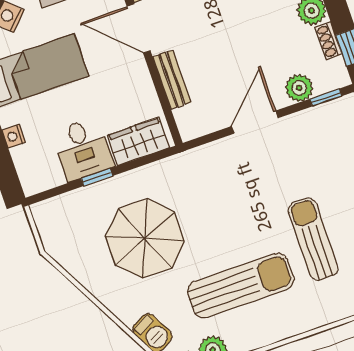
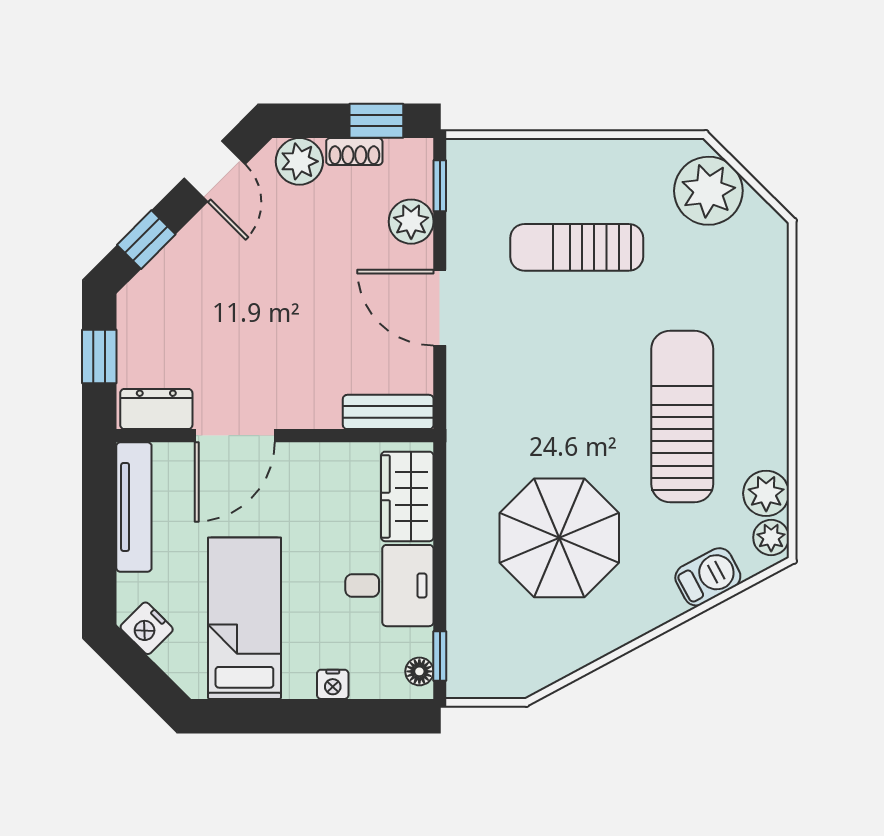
bench: (172, 80) -> (388, 412), moved
window: (97, 177) -> (440, 656), moved
floor lamp: (39, 184) -> (419, 671), added
sun lounger: (313, 239) -> (577, 247), moved

